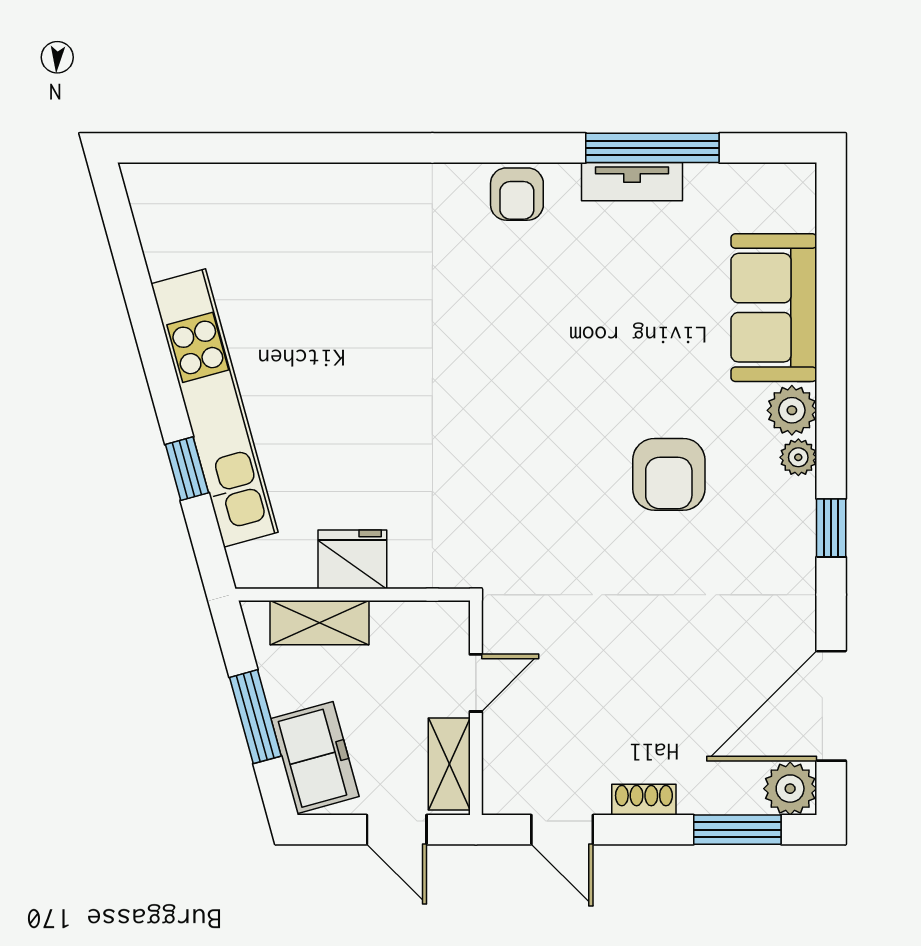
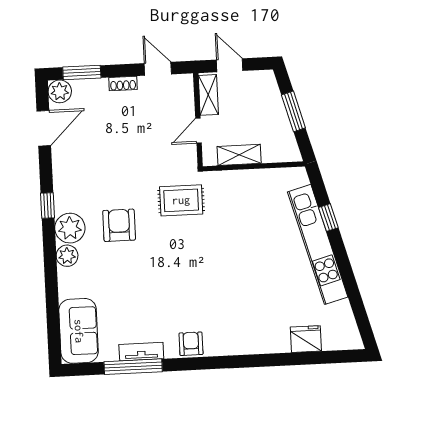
sofa: (774, 308) -> (79, 331), moved
plant: (798, 457) -> (70, 228), width x1.88, depth x1.88
rug: (523, 525) -> (181, 200), added
fridge: (352, 559) -> (306, 339), moved, turned 180
shelving: (320, 623) -> (239, 155), moved
door: (831, 706) -> (44, 128), width x0.73
freezer: (315, 758) -> (267, 95), removed

